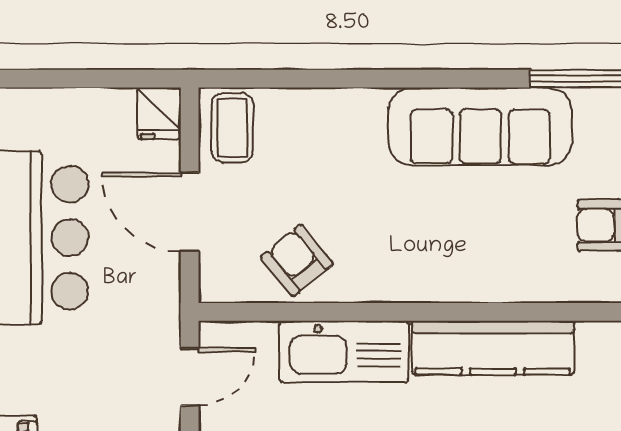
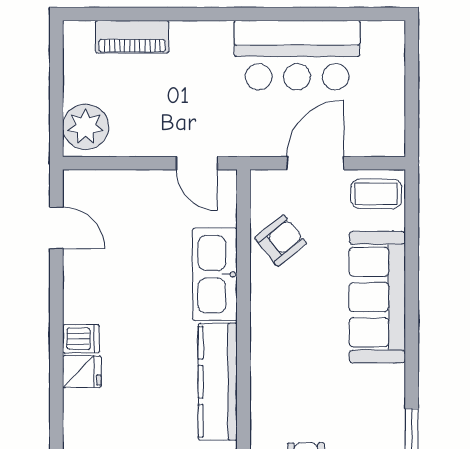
fridge: (159, 113) -> (387, 141), removed
sofa: (480, 126) -> (377, 297), moved

